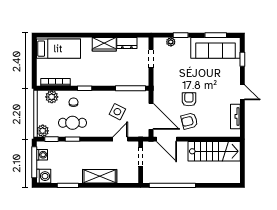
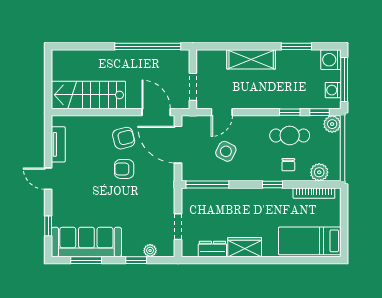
armchair: (189, 99) -> (124, 169), turned 90

